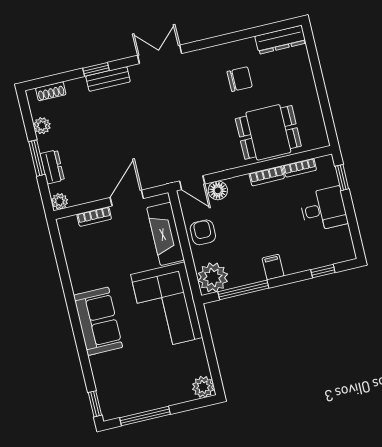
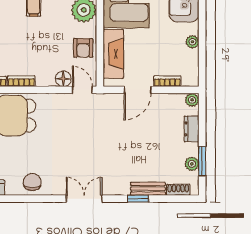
double door: (160, 54) -> (84, 199), swing flipped
bench: (108, 79) -> (148, 189), moved
chair: (240, 79) -> (32, 182), moved, turned 90
window: (37, 158) -> (202, 161), moved
plant: (75, 270) -> (192, 42), added

